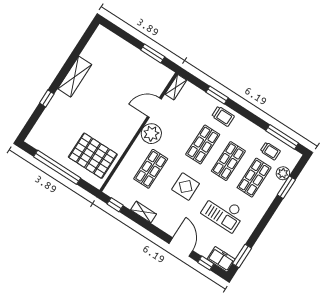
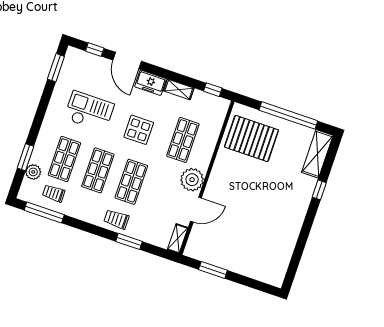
shelving: (75, 77) -> (317, 154), moved
freezer: (221, 259) -> (150, 83), moved

